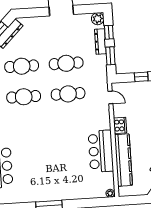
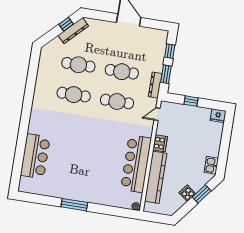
plant: (98, 19) -> (162, 36), removed
dresser: (100, 41) -> (155, 85), moved
door: (110, 97) -> (157, 114), swing flipped
bar counter: (101, 151) -> (136, 164), width x1.36

